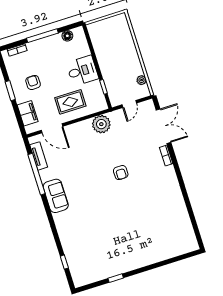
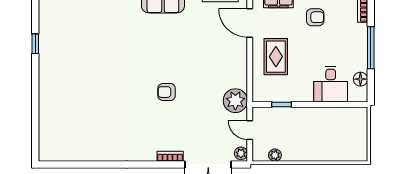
desk: (82, 71) -> (331, 84), moved
plant: (148, 105) -> (241, 153), added
plant: (101, 124) -> (235, 101), moved
door: (52, 128) -> (250, 23), hinge flipped

